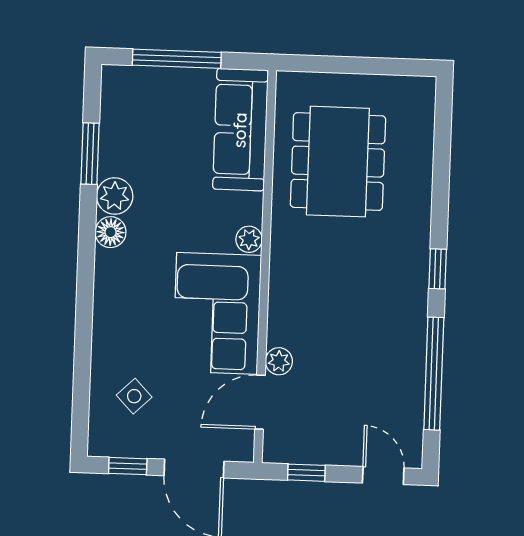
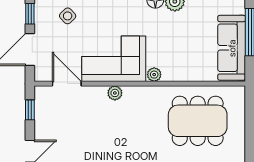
sofa: (240, 130) -> (232, 48), moved, turned -90
plant: (279, 361) -> (115, 93), moved

